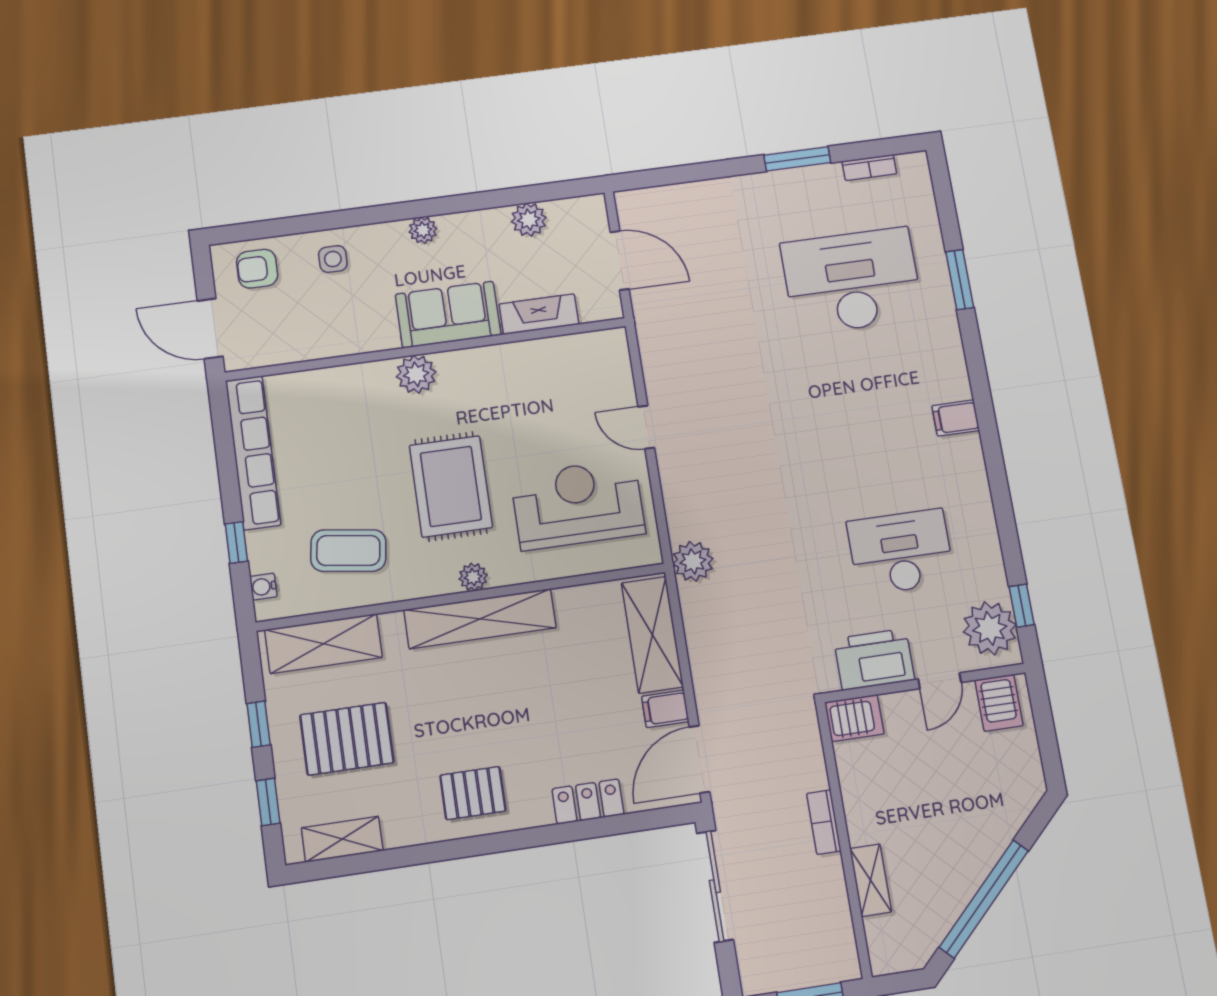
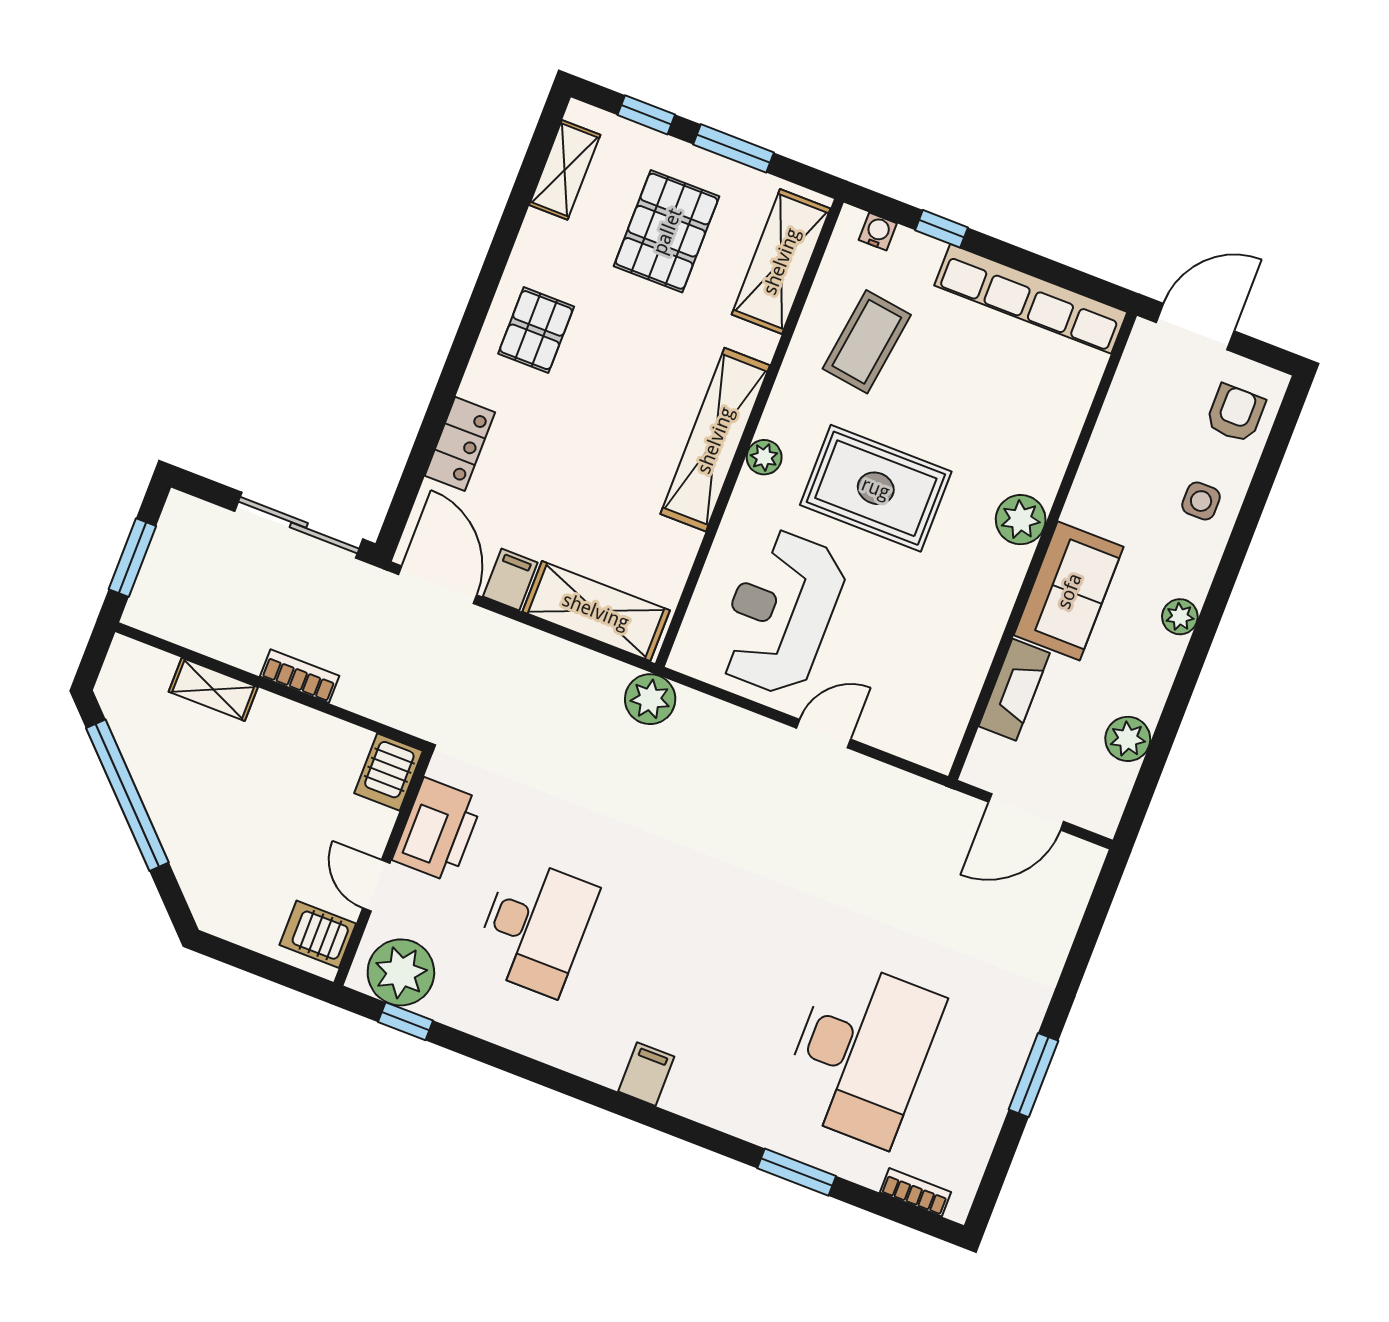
bookcase: (869, 168) -> (915, 1192), moved, turned 90
reception desk: (578, 504) -> (780, 612), turned 180
window: (259, 724) -> (733, 148), width x1.50

